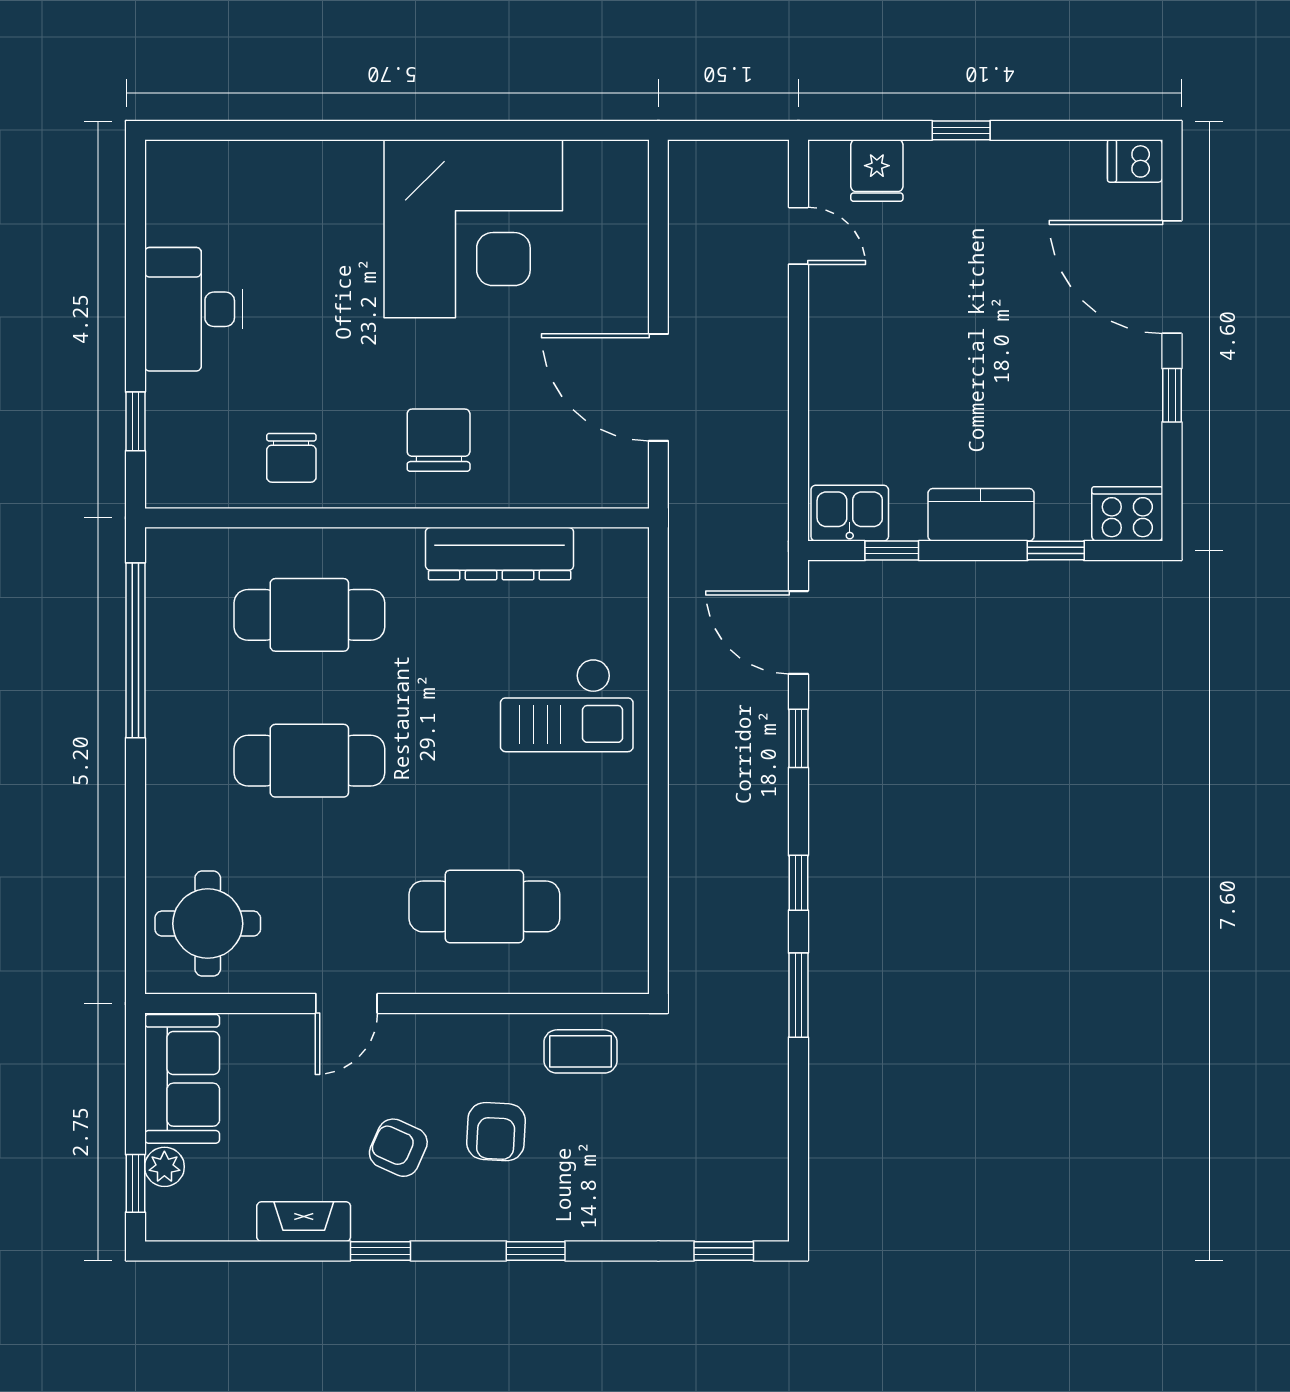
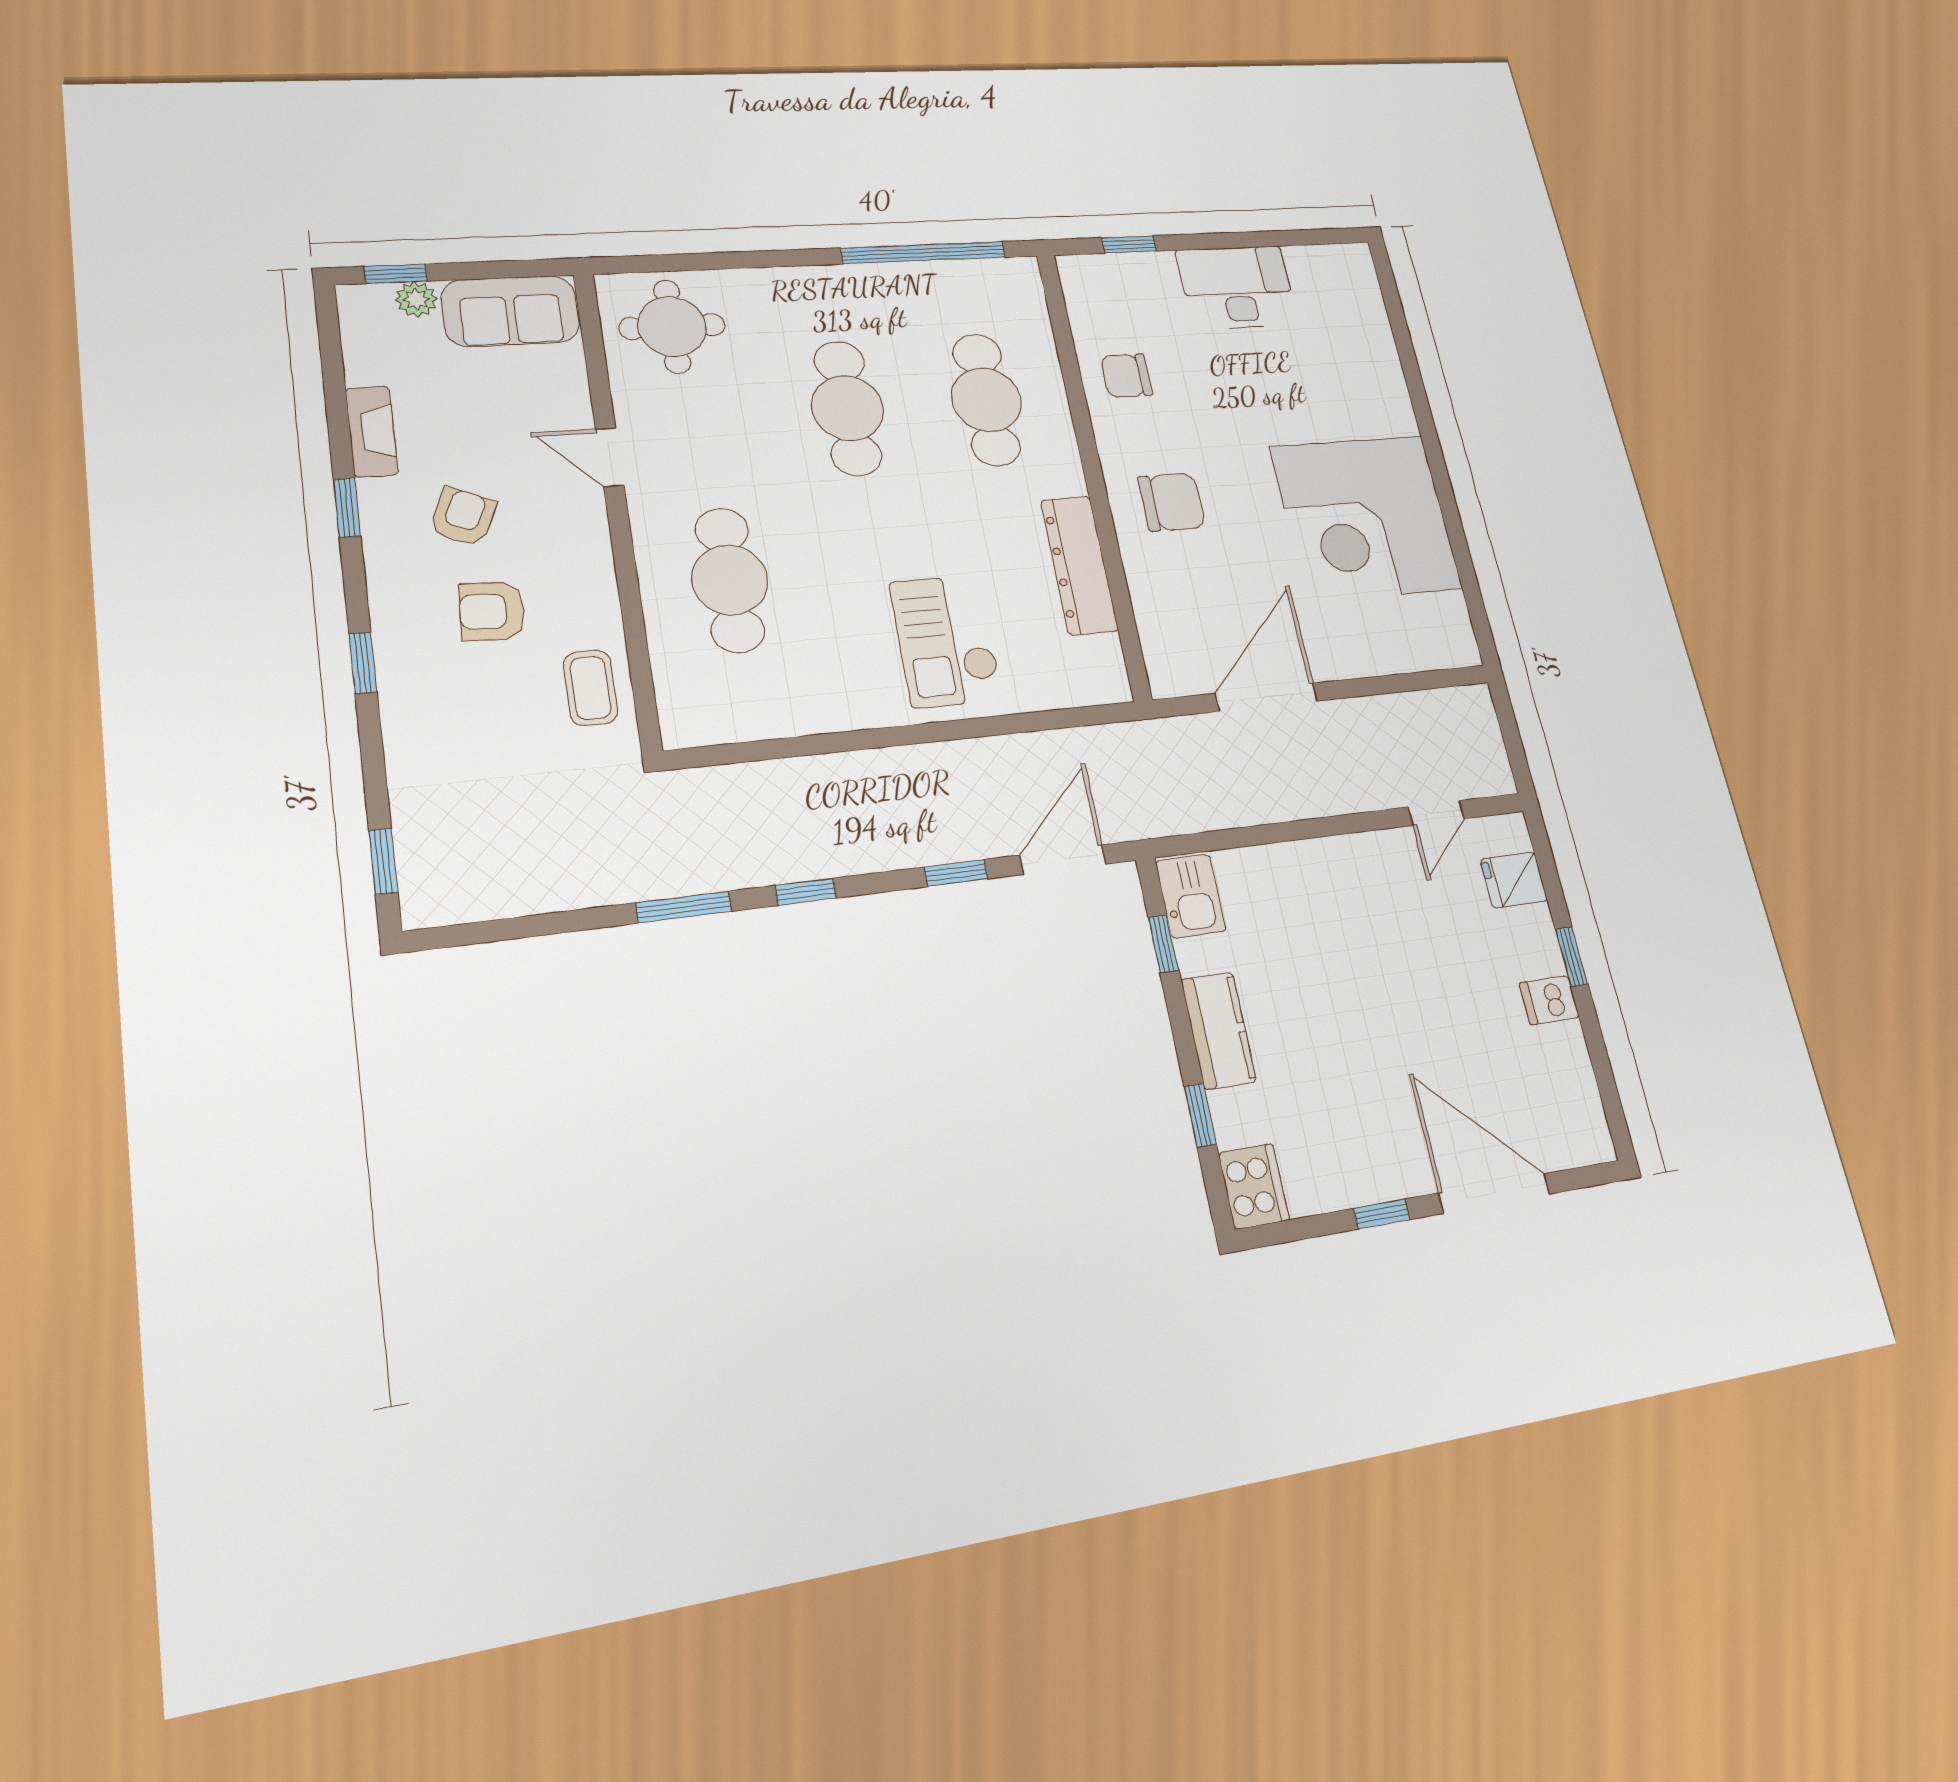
dishwasher: (1135, 161) -> (1549, 1000), moved, turned -90
door: (1172, 277) -> (1494, 1193), hinge flipped

